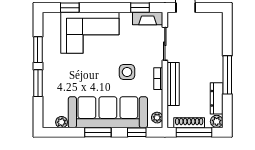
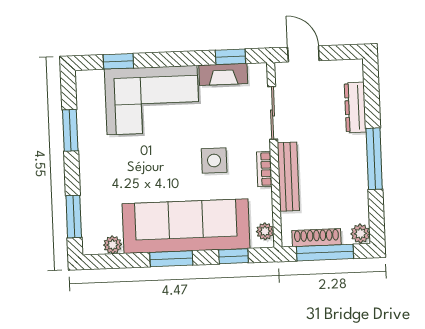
fireplace: (148, 18) -> (223, 74), moved
window: (38, 83) -> (74, 217), moved
dresser: (217, 98) -> (355, 107), moved

